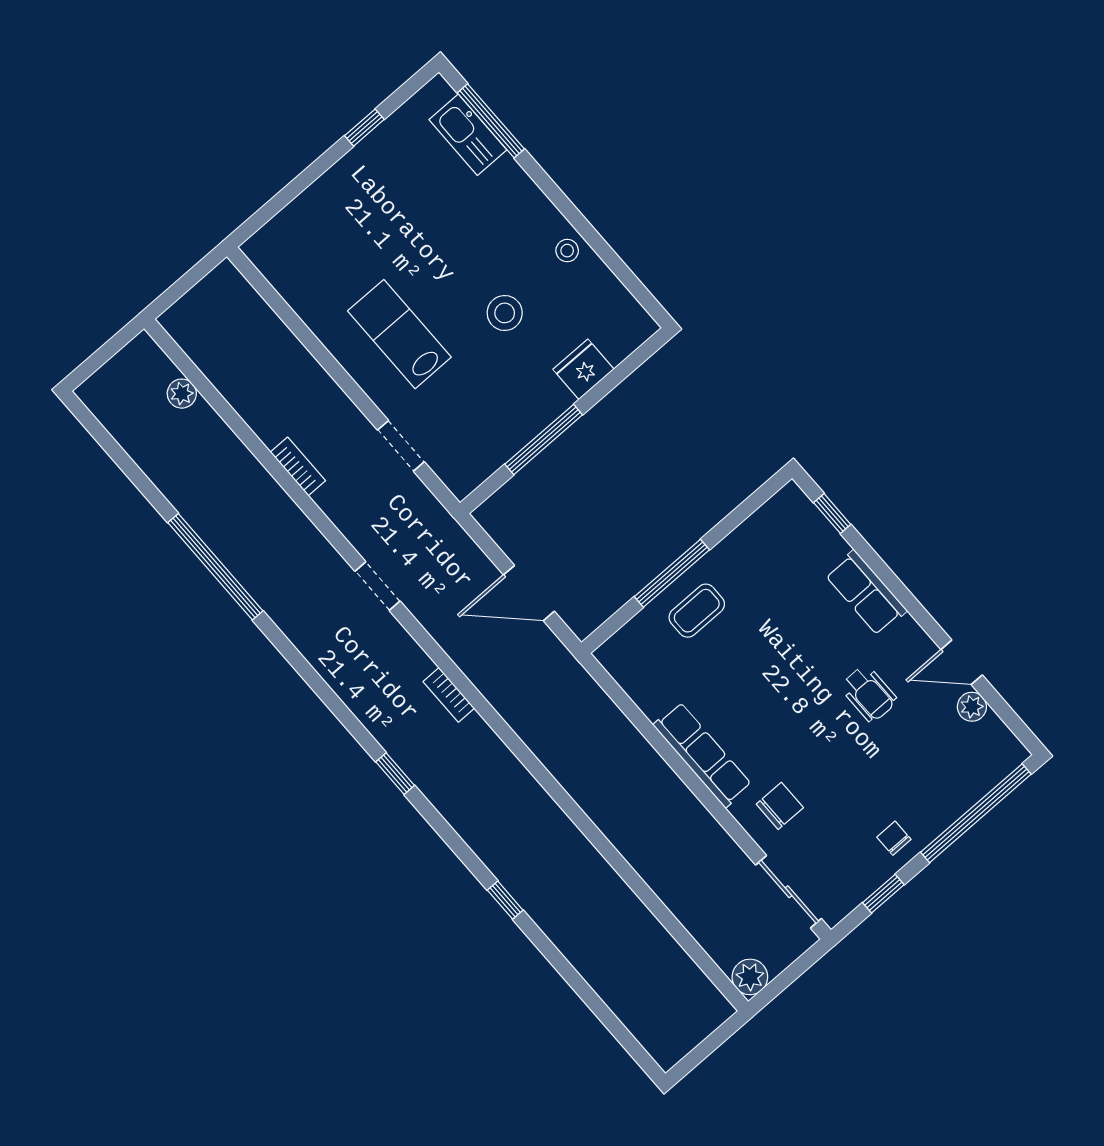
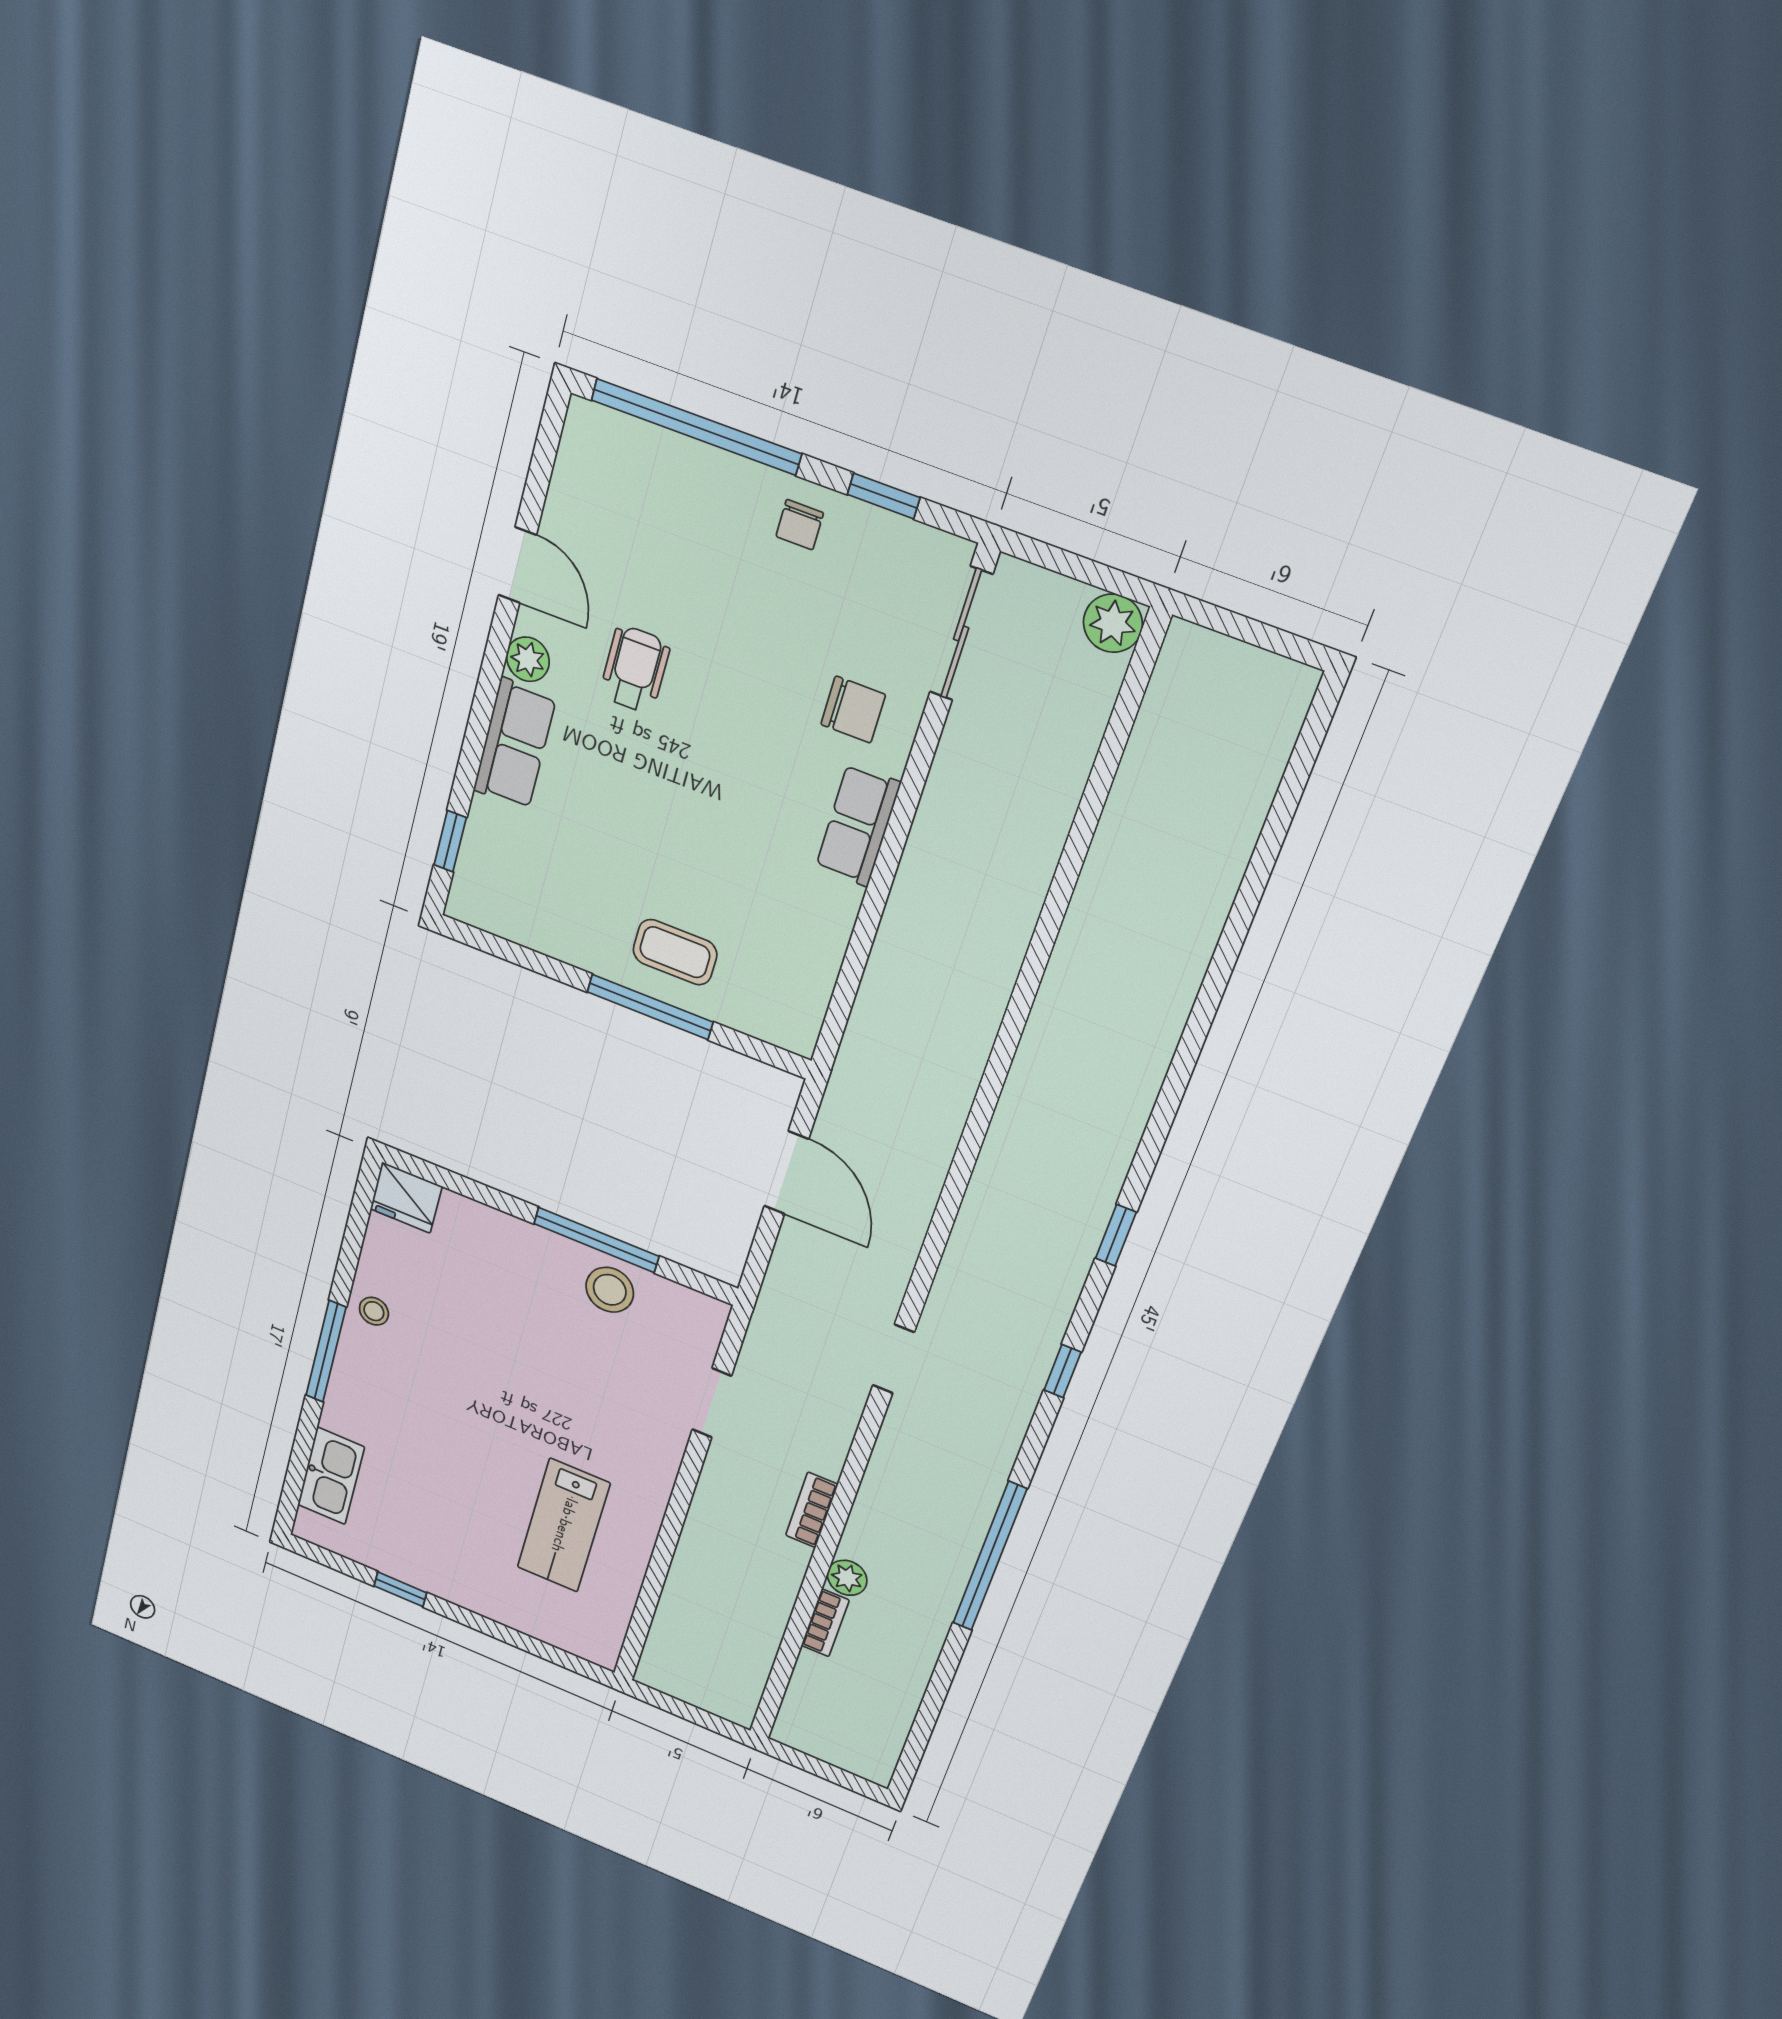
window: (491, 121) -> (326, 1351), moved
stool: (505, 313) -> (610, 1290), moved
lab bench: (399, 334) -> (564, 1525), moved
fridge: (583, 369) -> (406, 1198), moved
plant: (182, 394) -> (847, 1578), moved
bookcase: (449, 695) -> (825, 1623), moved
plant: (972, 707) -> (528, 659), moved
row of seats: (702, 755) -> (858, 825), width x0.68
chair: (780, 806) -> (853, 710), turned 180
window: (505, 900) -> (1063, 1371), moved

